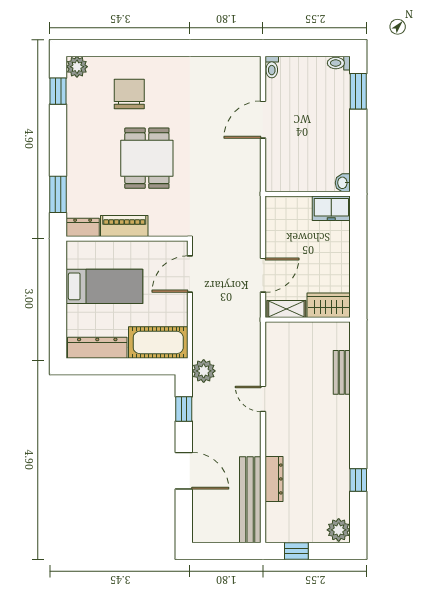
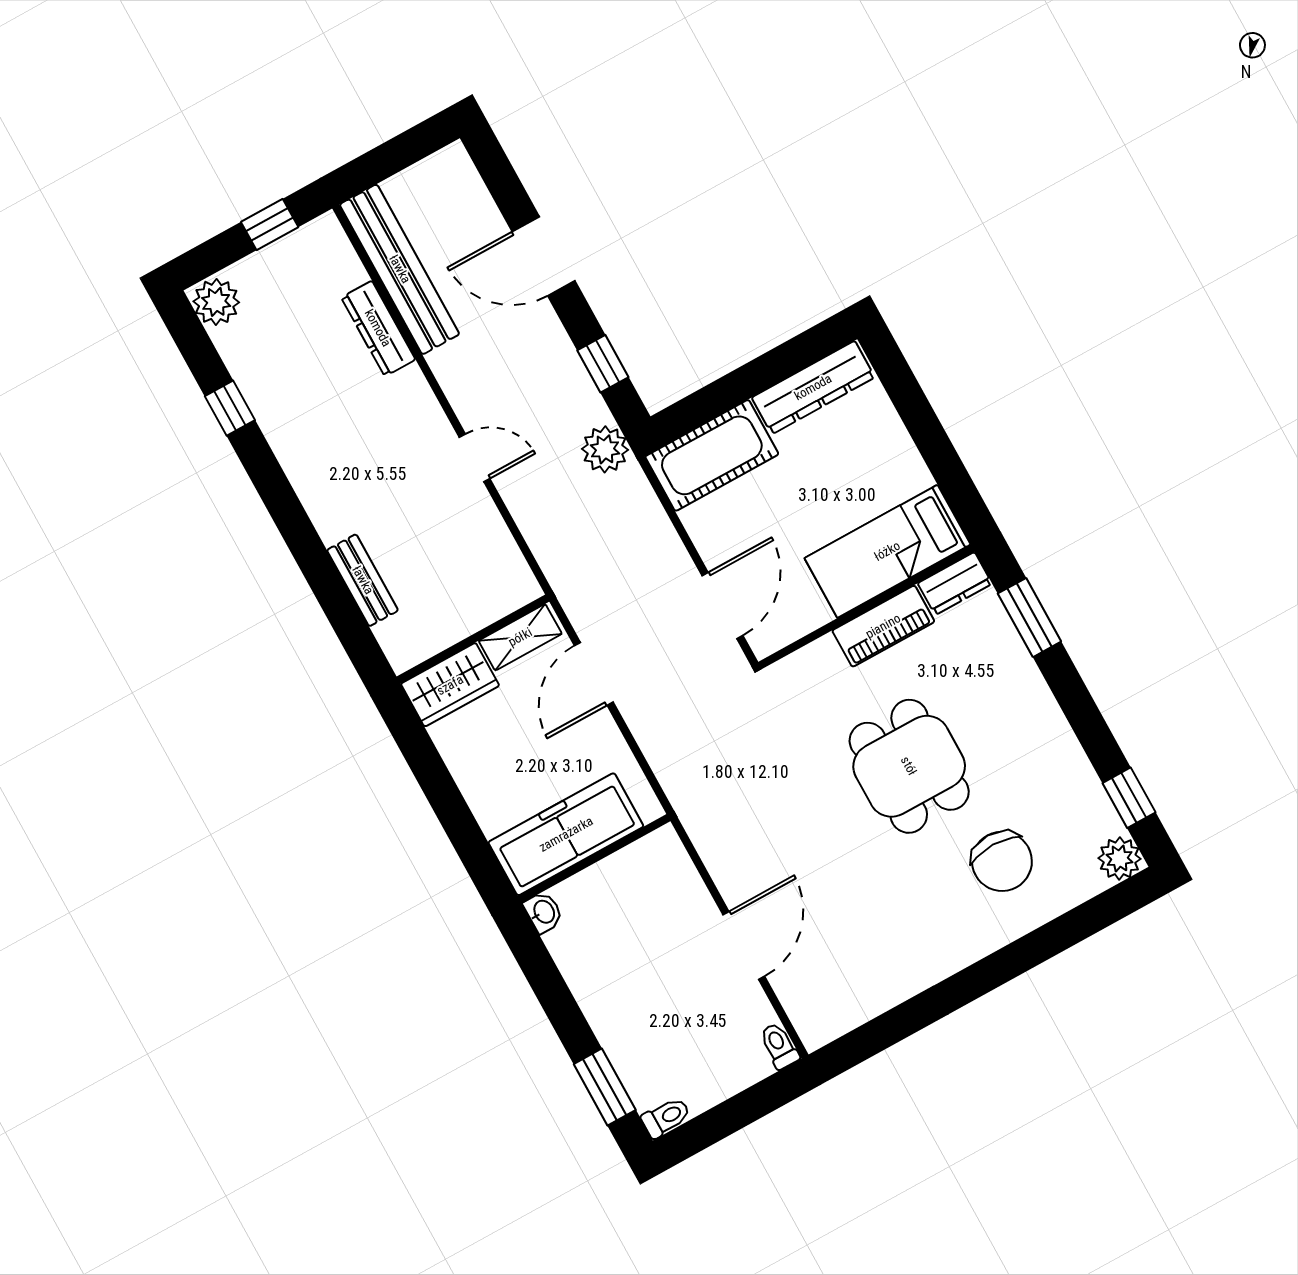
freezer: (331, 208) -> (566, 834), width x1.91, depth x1.26
bed: (104, 286) -> (887, 551), moved

